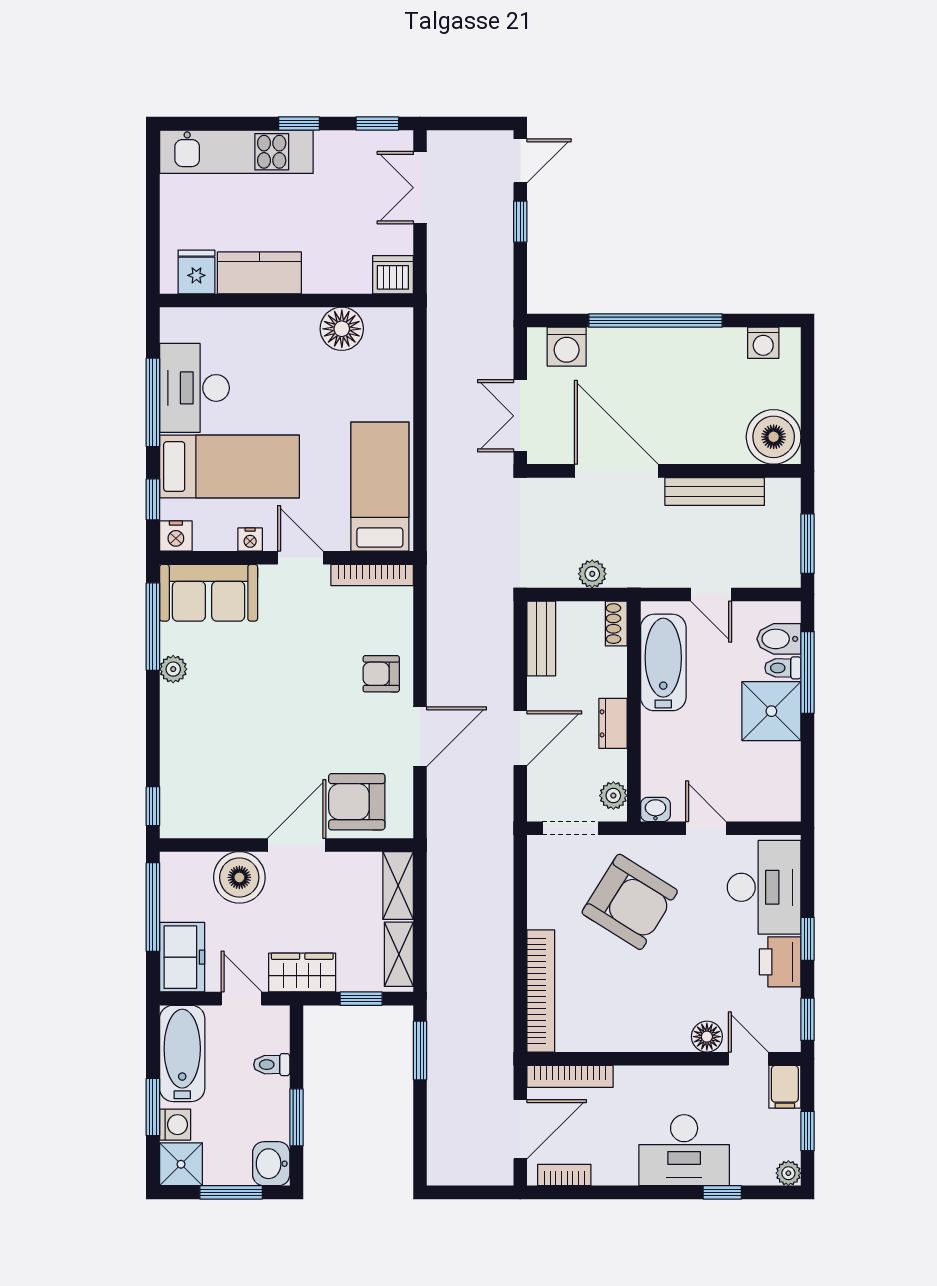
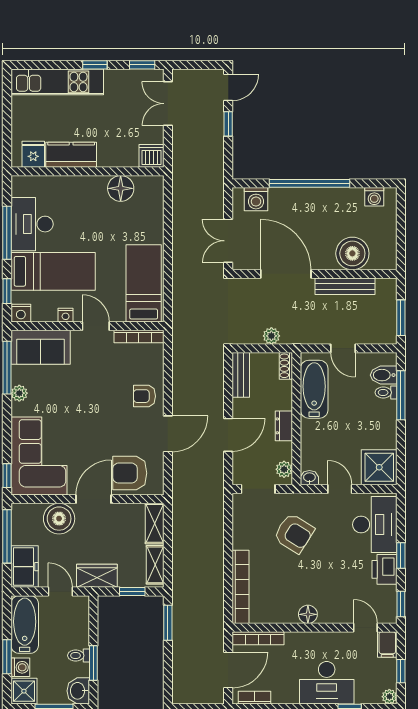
boiler: (774, 437) -> (352, 253), moved
shower: (771, 711) -> (379, 467), moved
corner sofa: (206, 773) -> (39, 456), added
armchair: (630, 902) -> (294, 533), width x0.73, depth x0.73
floor lamp: (707, 1037) -> (308, 614), moved
toilet: (272, 1065) -> (79, 655), moved

